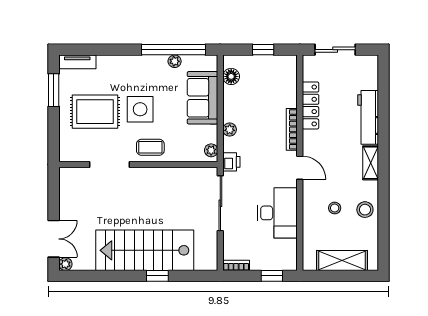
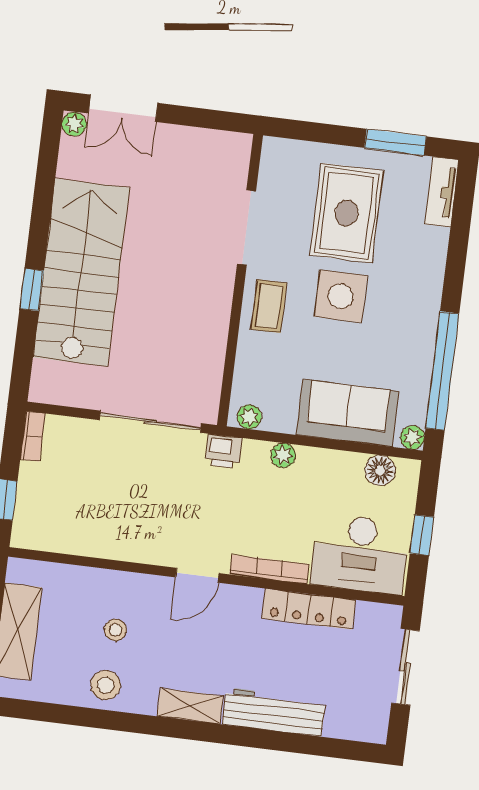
plant: (175, 61) -> (412, 437), moved
desk: (277, 213) -> (360, 554), moved

